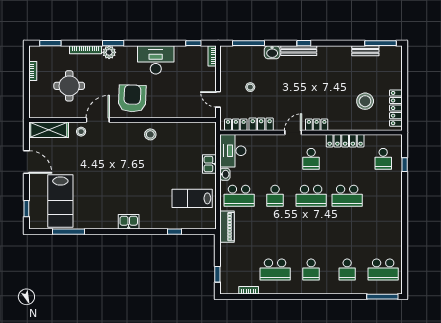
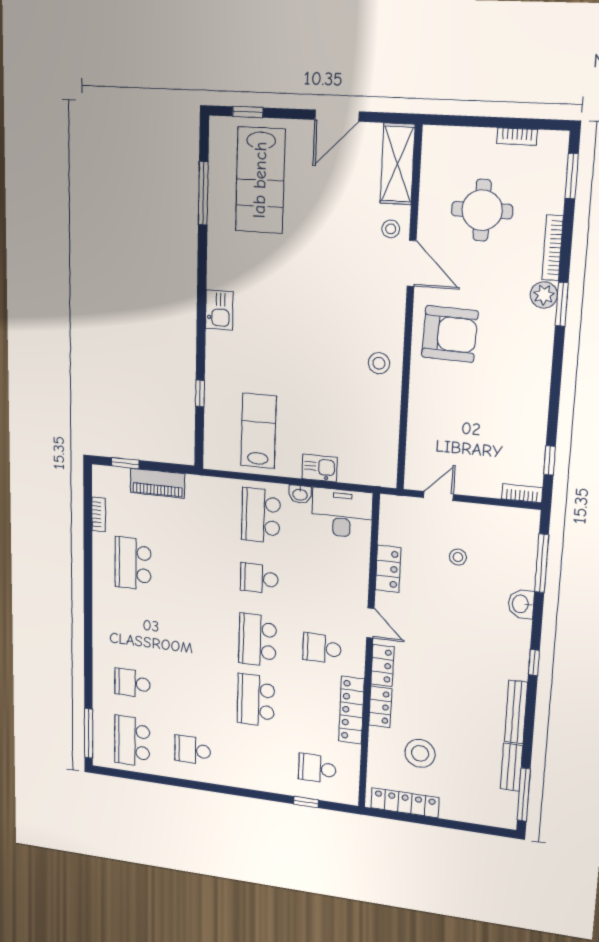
bench: (299, 51) -> (516, 712), moved
desk: (156, 60) -> (522, 385), removed
locker: (236, 125) -> (380, 707), moved
lab bench: (60, 201) -> (260, 180), turned -90
piano: (227, 227) -> (158, 483), moved
school desk: (311, 270) -> (193, 750), moved

